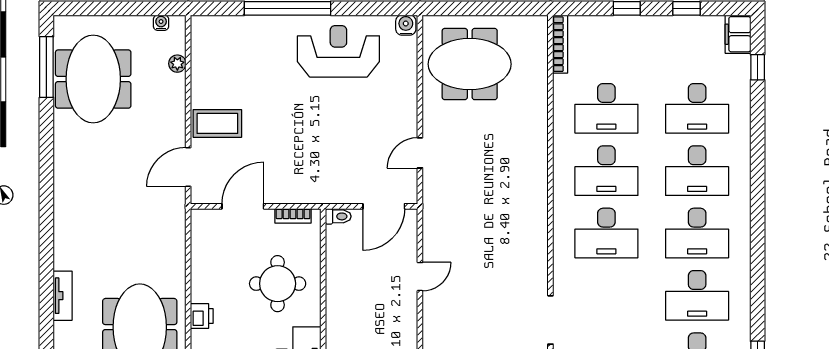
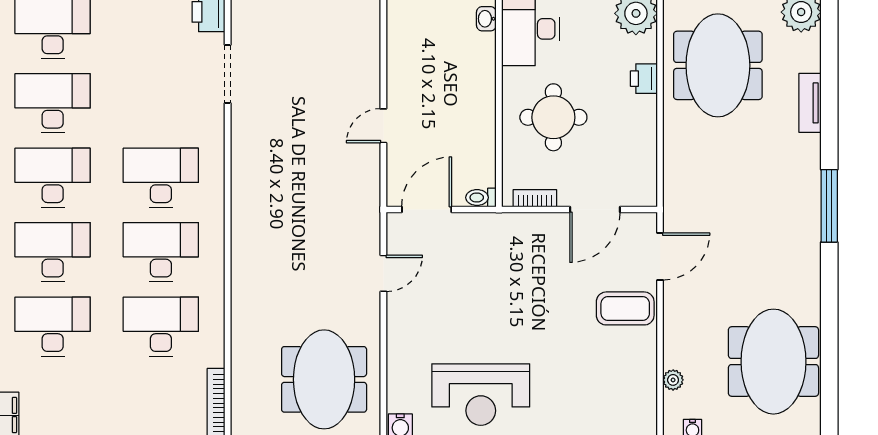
meeting table: (470, 64) -> (324, 379), turned 90
window: (46, 67) -> (829, 206), moved

